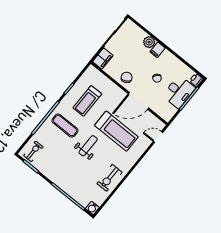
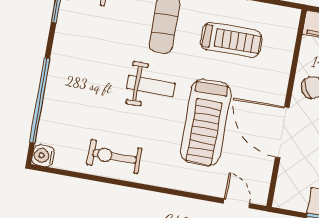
treadmill: (87, 101) -> (231, 40), turned 180

